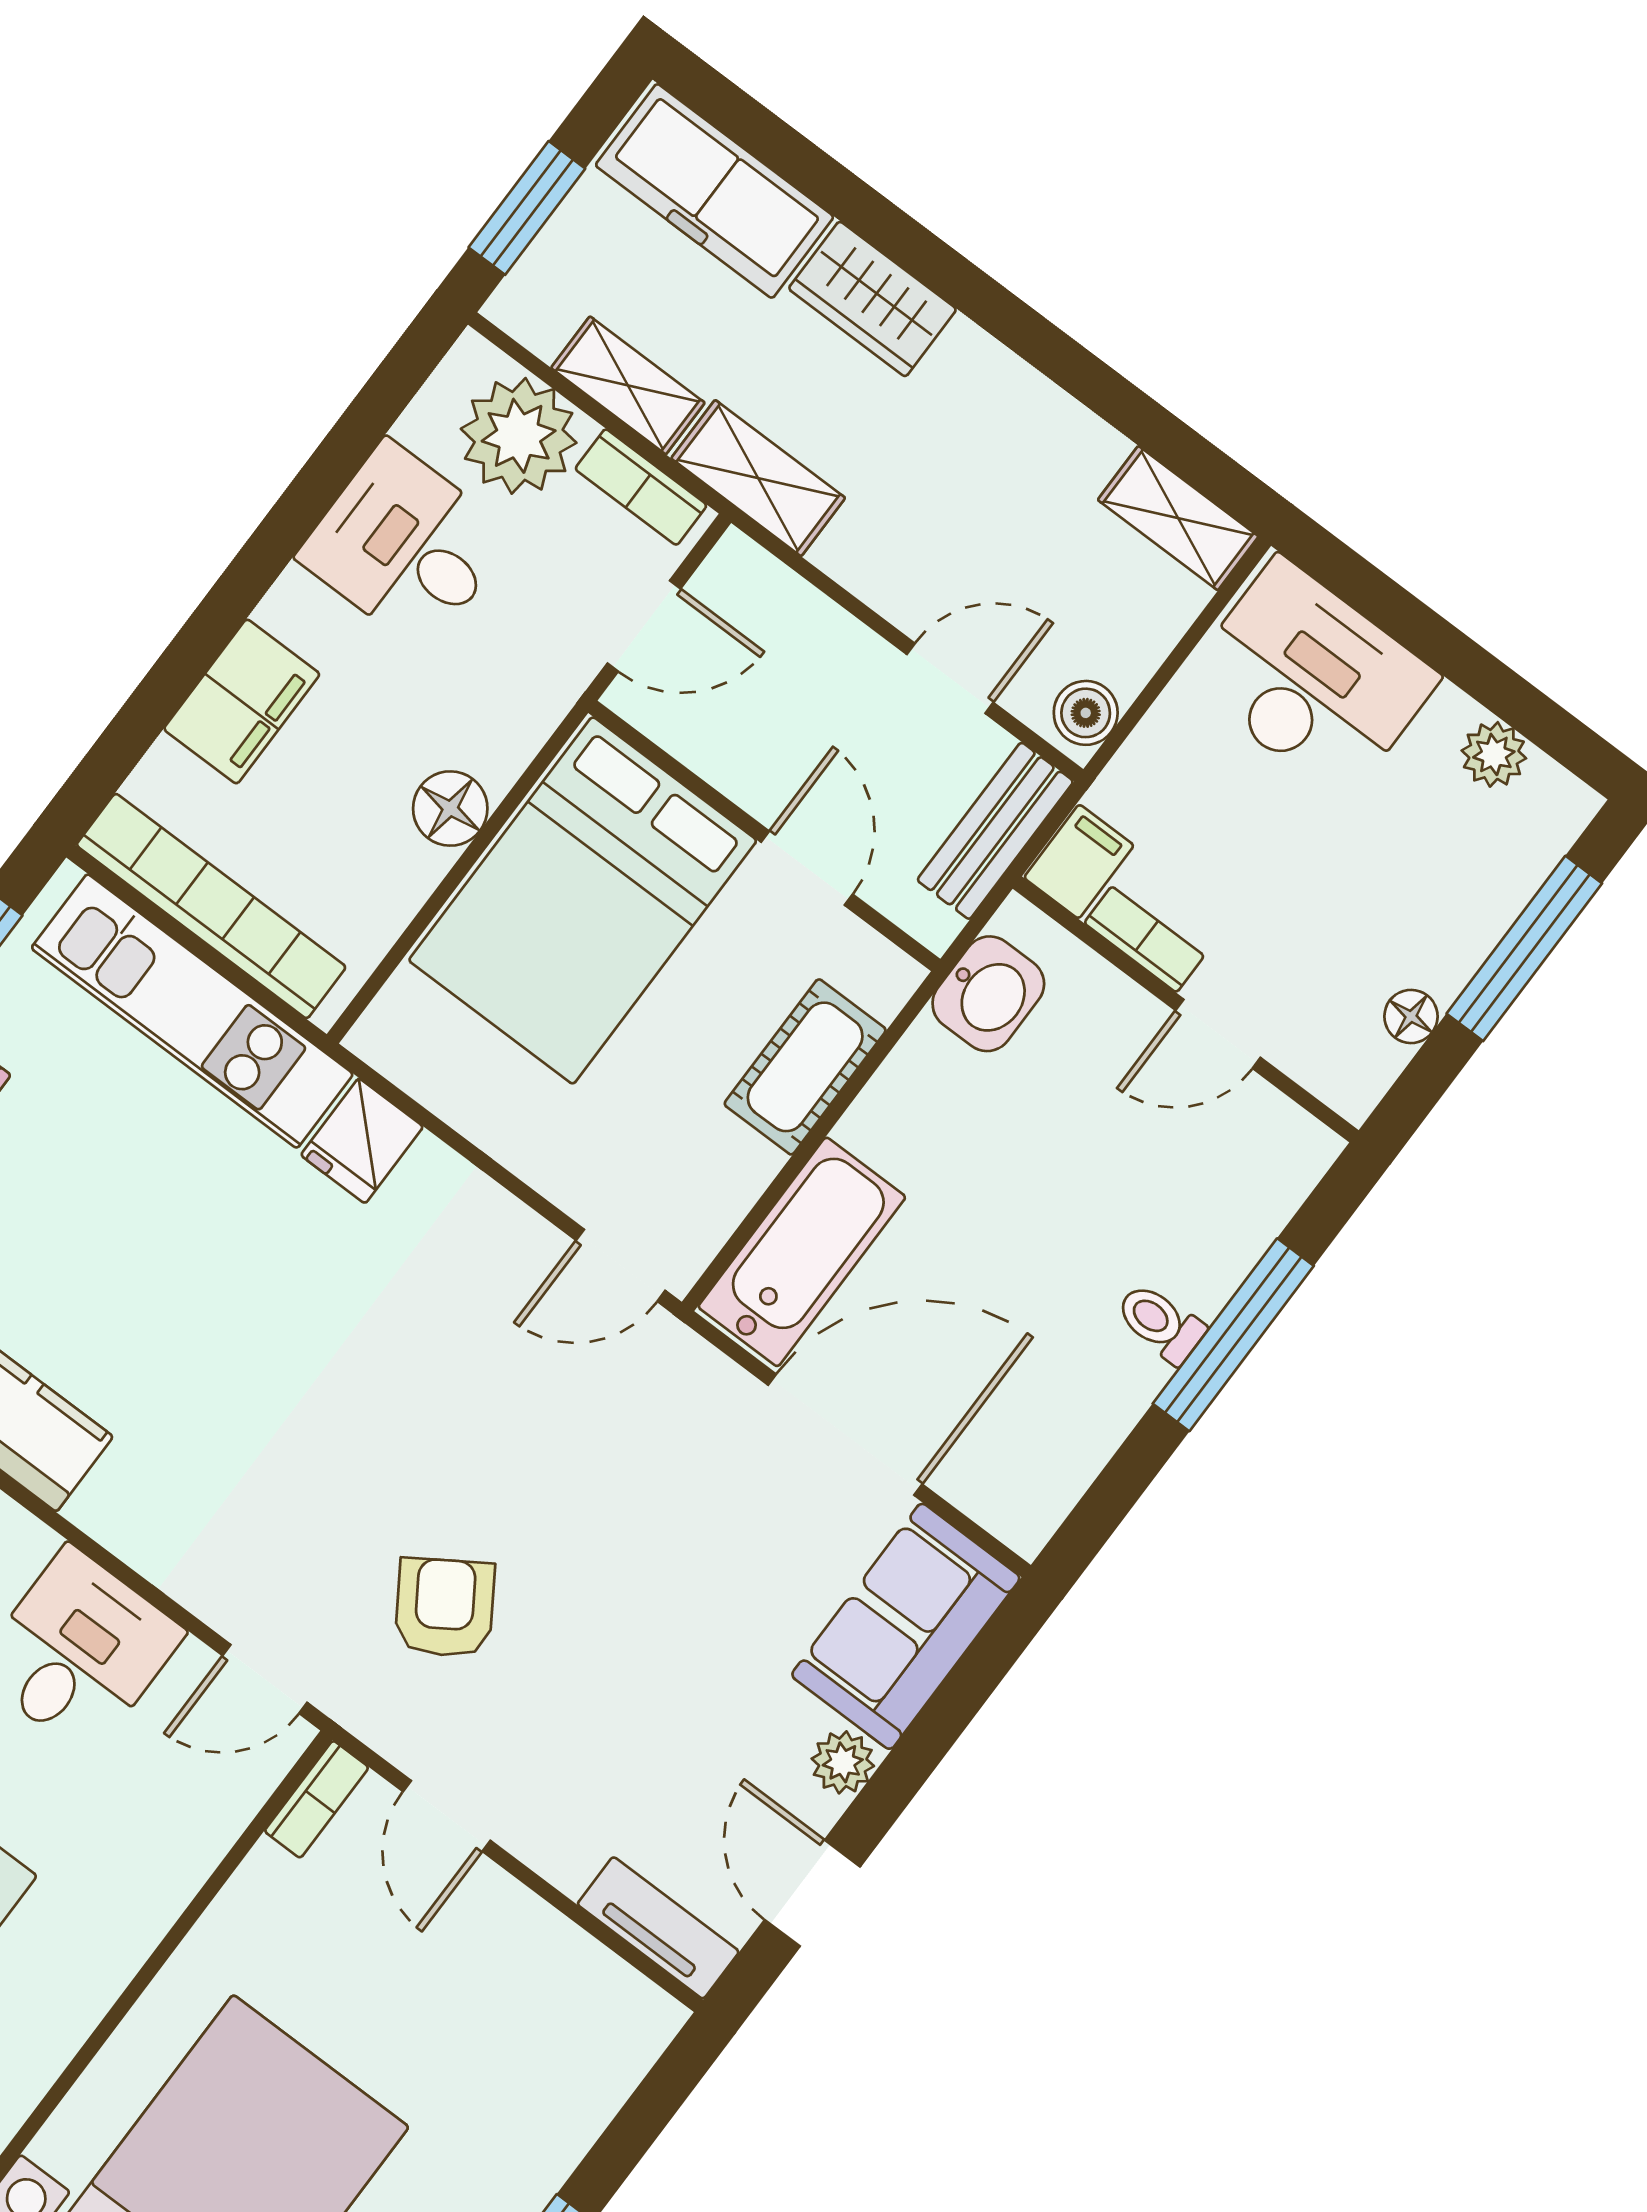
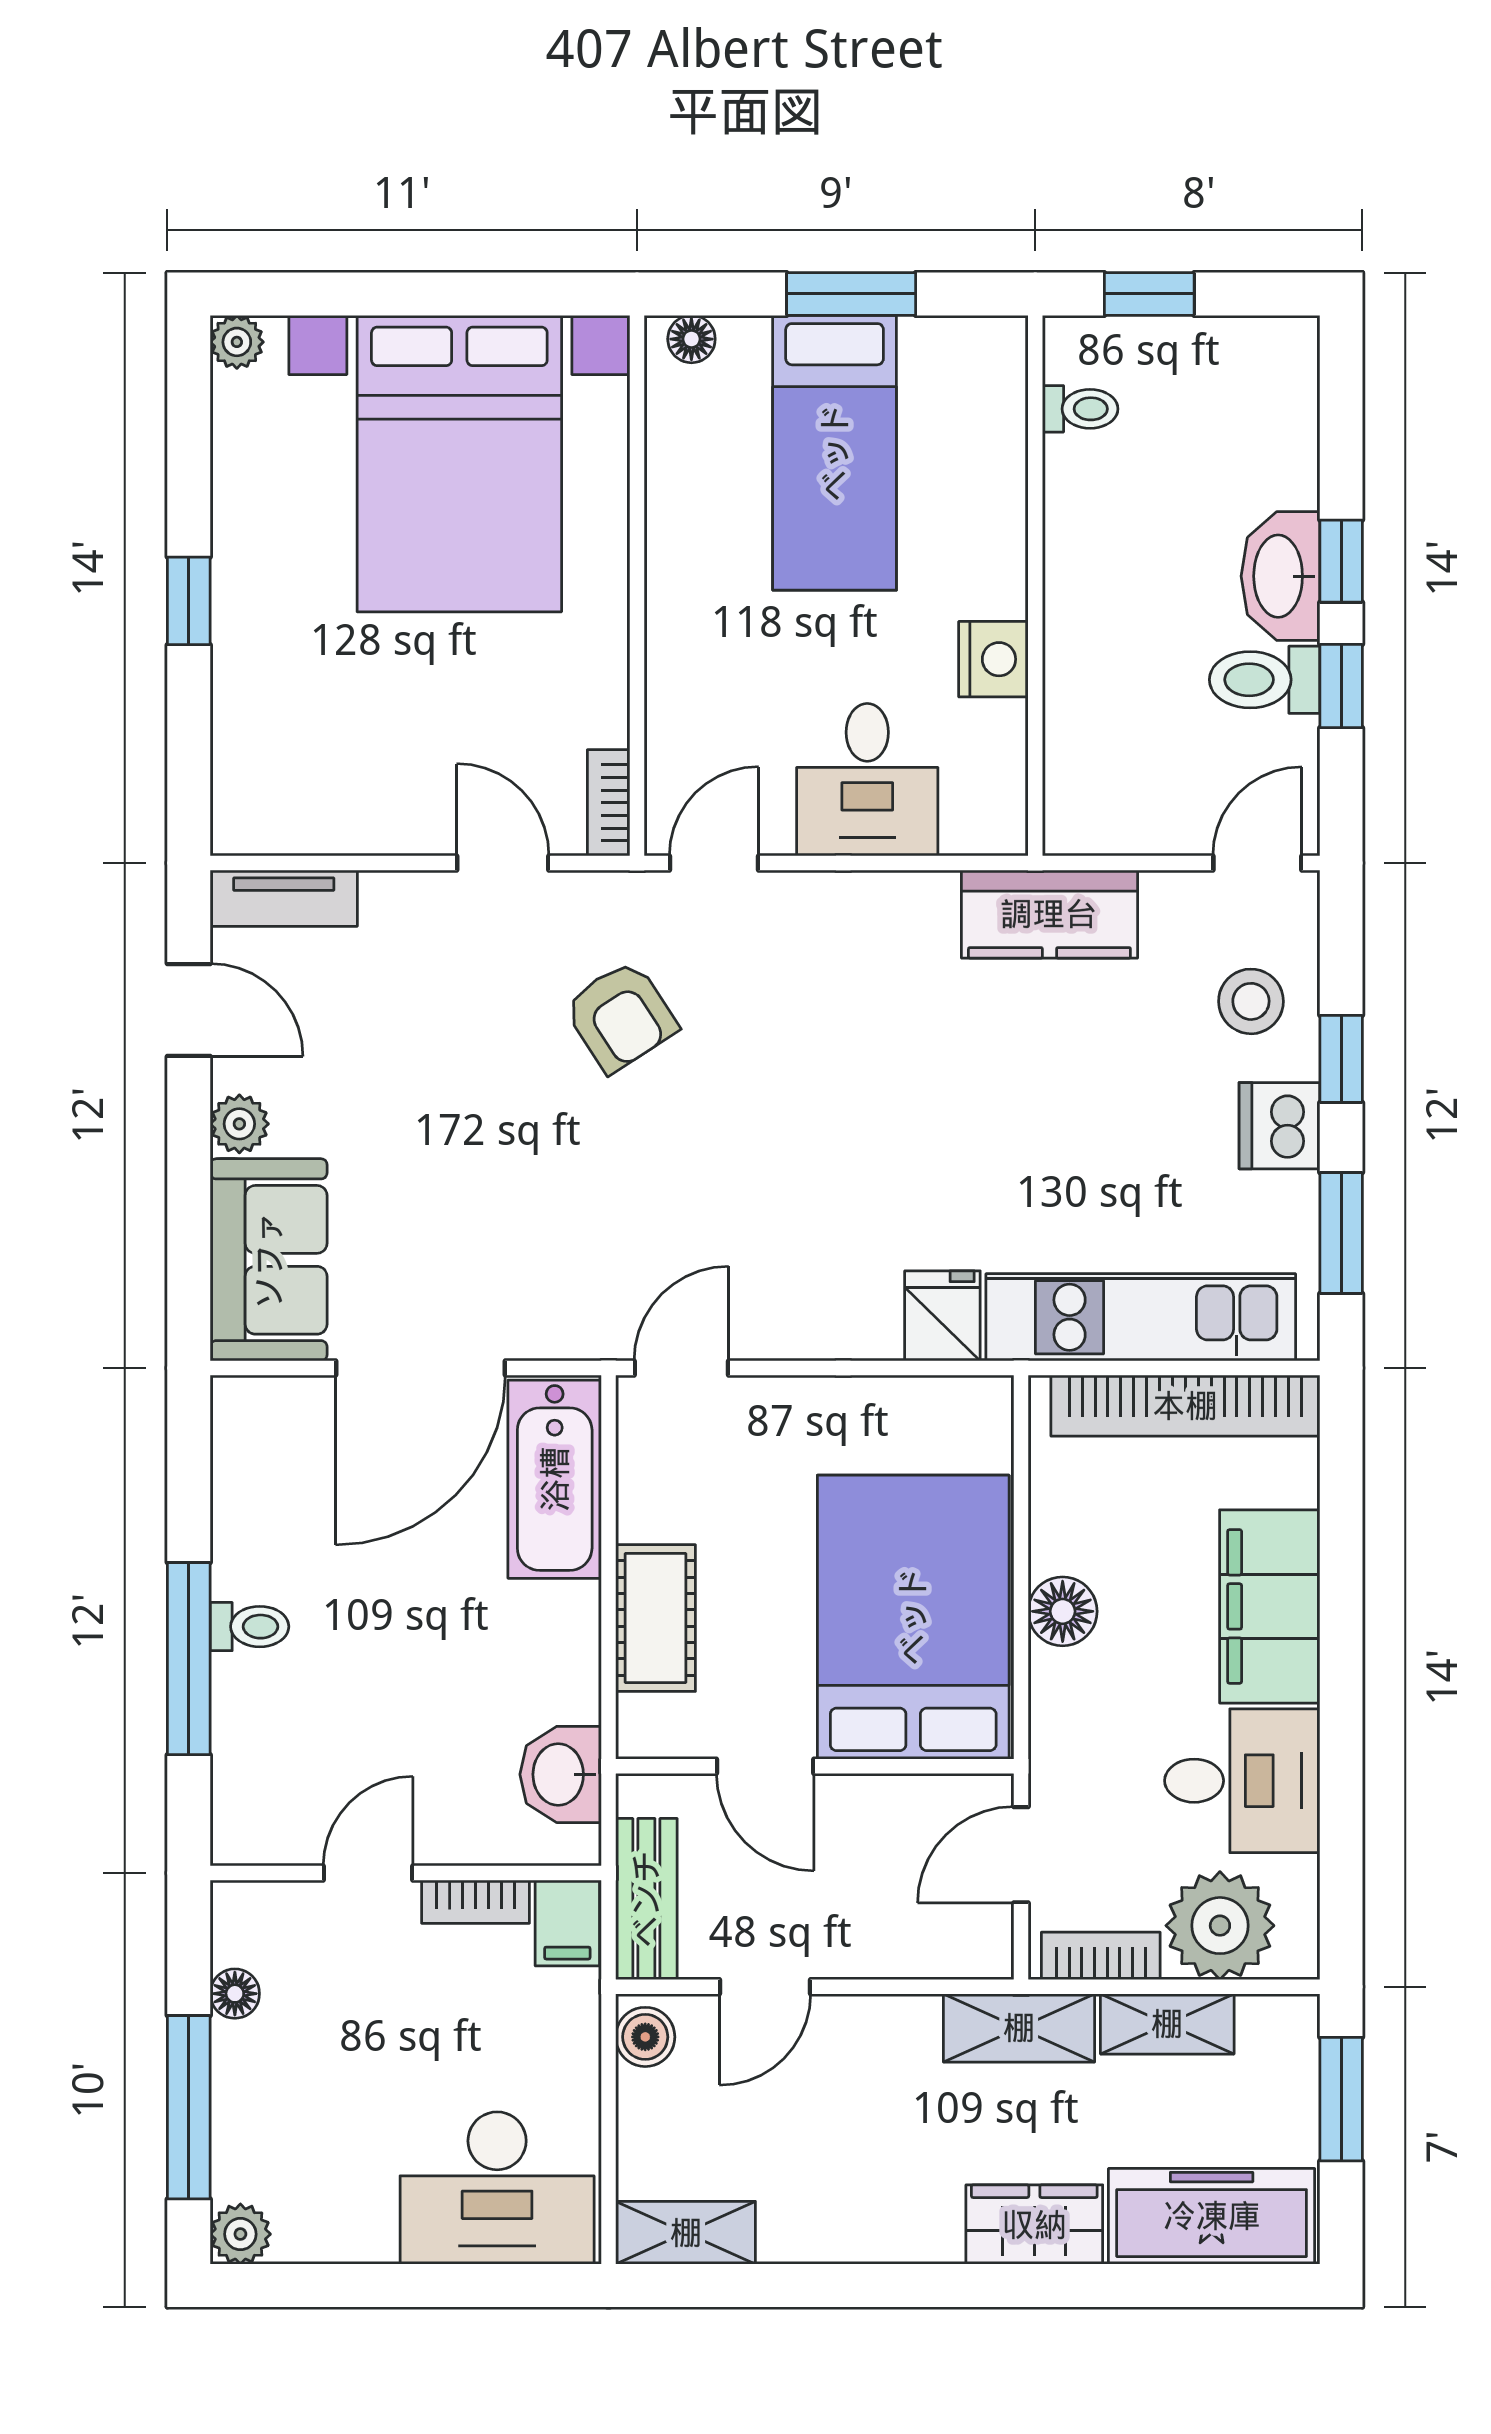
filing cabinet: (242, 701) -> (1270, 1606), width x1.50, depth x1.17
plant: (1494, 754) -> (240, 2234), moved

